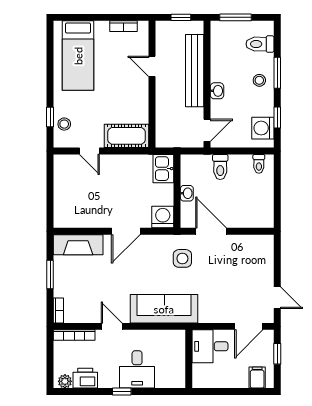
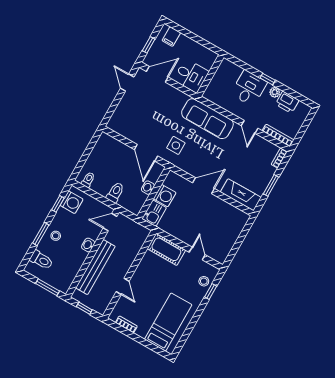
washing machine: (163, 217) -> (165, 196), moved, turned -90
plant: (65, 381) -> (275, 92), moved

